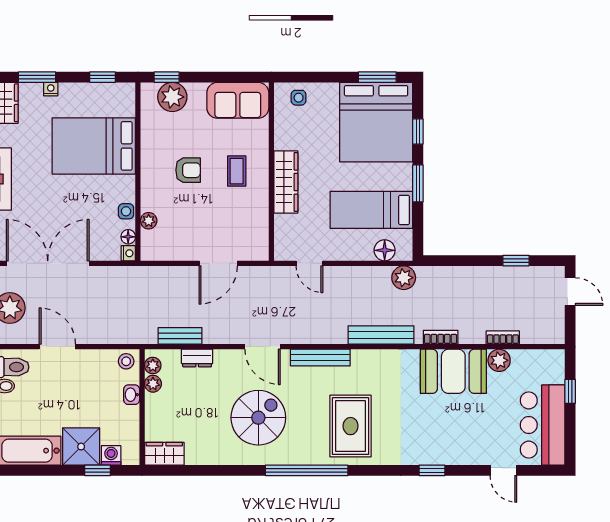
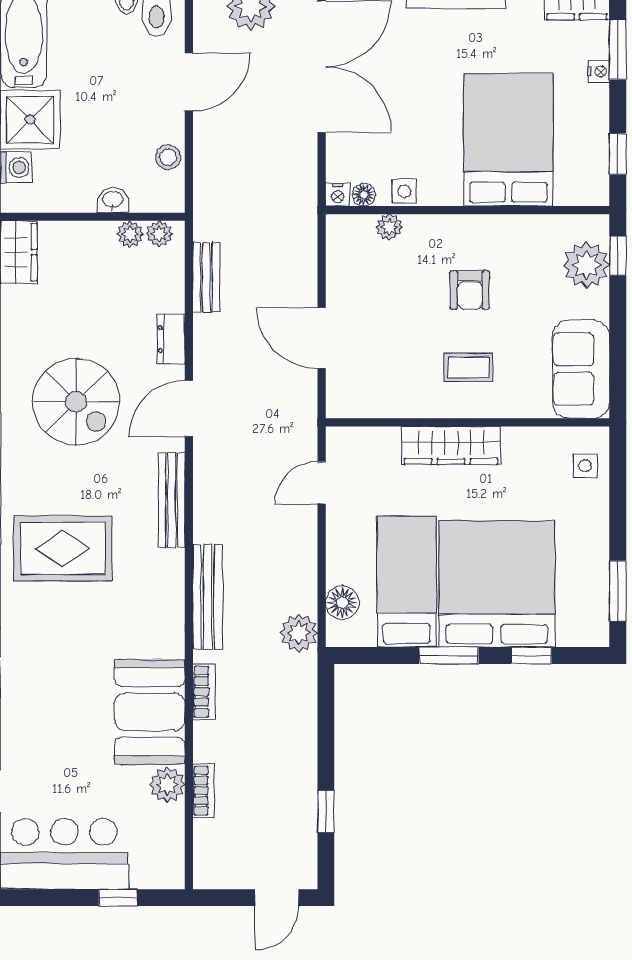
bed: (376, 122) -> (497, 584), moved, turned 90
dresser: (197, 358) -> (171, 339), moved
stool: (126, 361) -> (168, 157), moved

